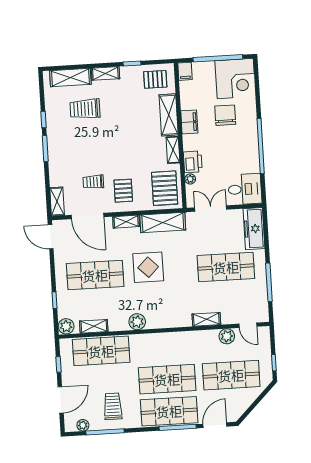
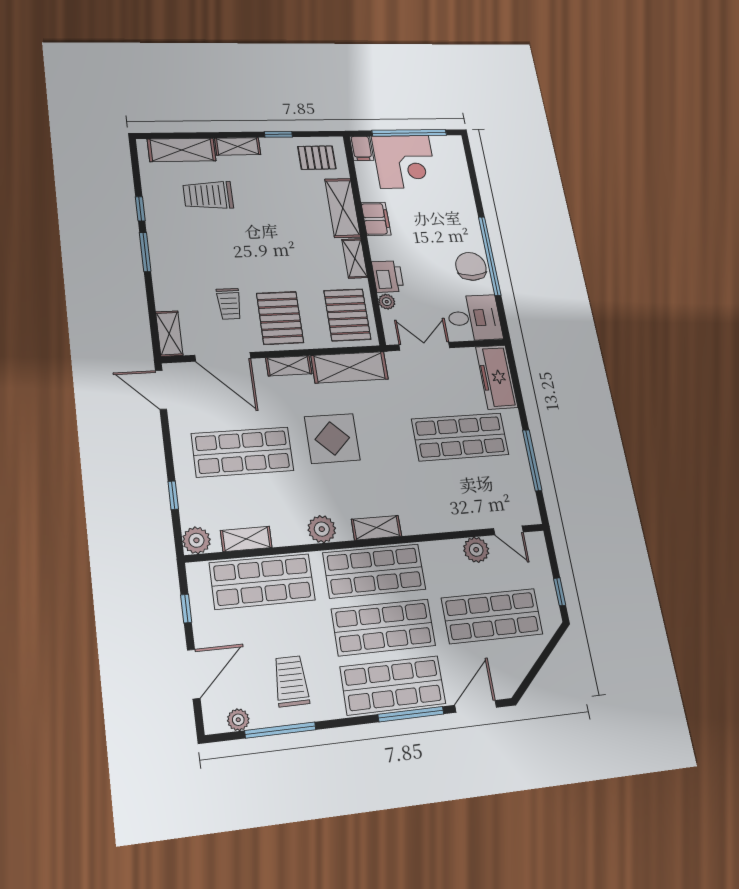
corner desk: (235, 79) -> (405, 162), moved
chair: (225, 115) -> (471, 266), moved
trolley: (93, 182) -> (229, 304), turned -90
pallet: (123, 191) -> (280, 318), width x1.50, depth x1.42
shelving: (206, 319) -> (376, 528), moved
shop shelf: (165, 347) -> (374, 571), added

